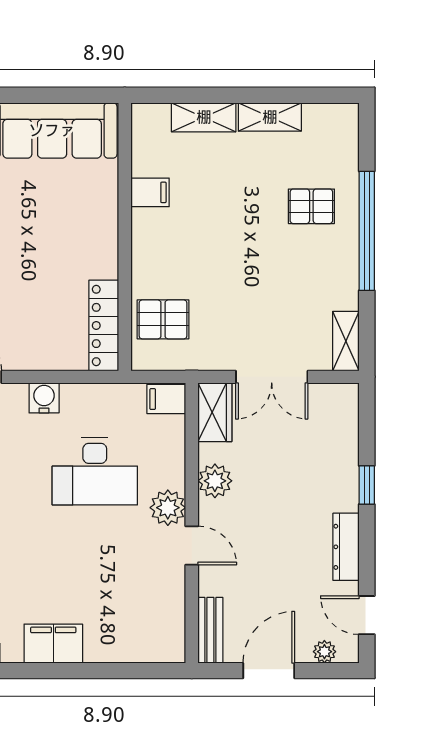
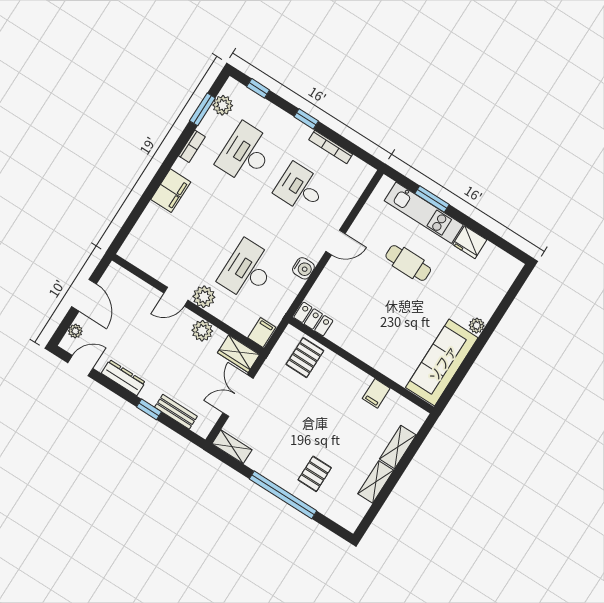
locker: (104, 325) -> (313, 319), width x0.66
bench: (210, 630) -> (176, 412), moved

